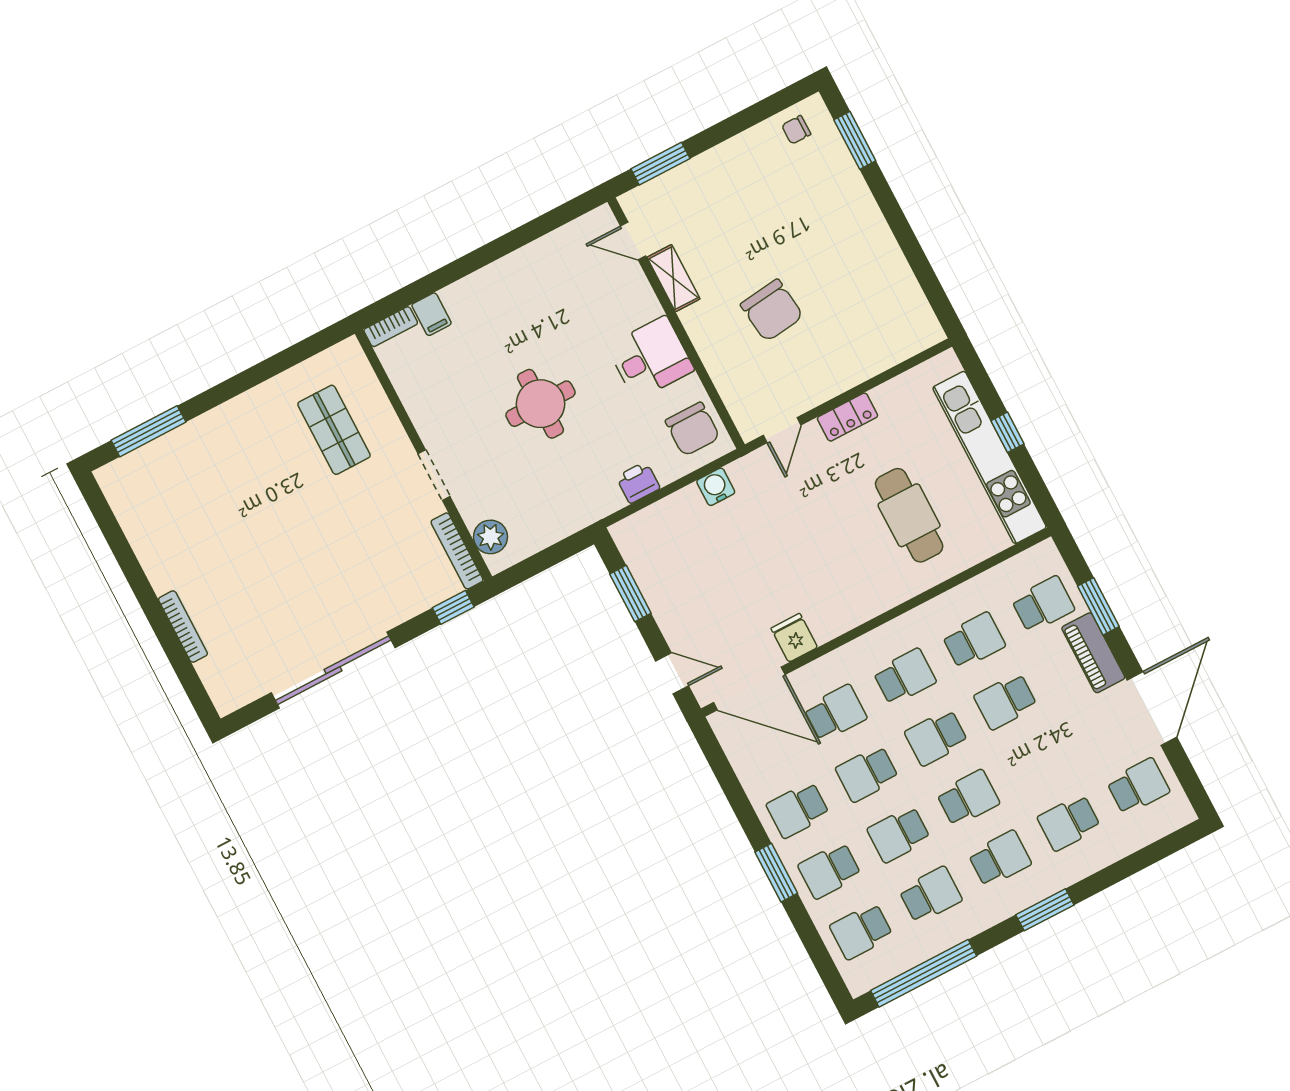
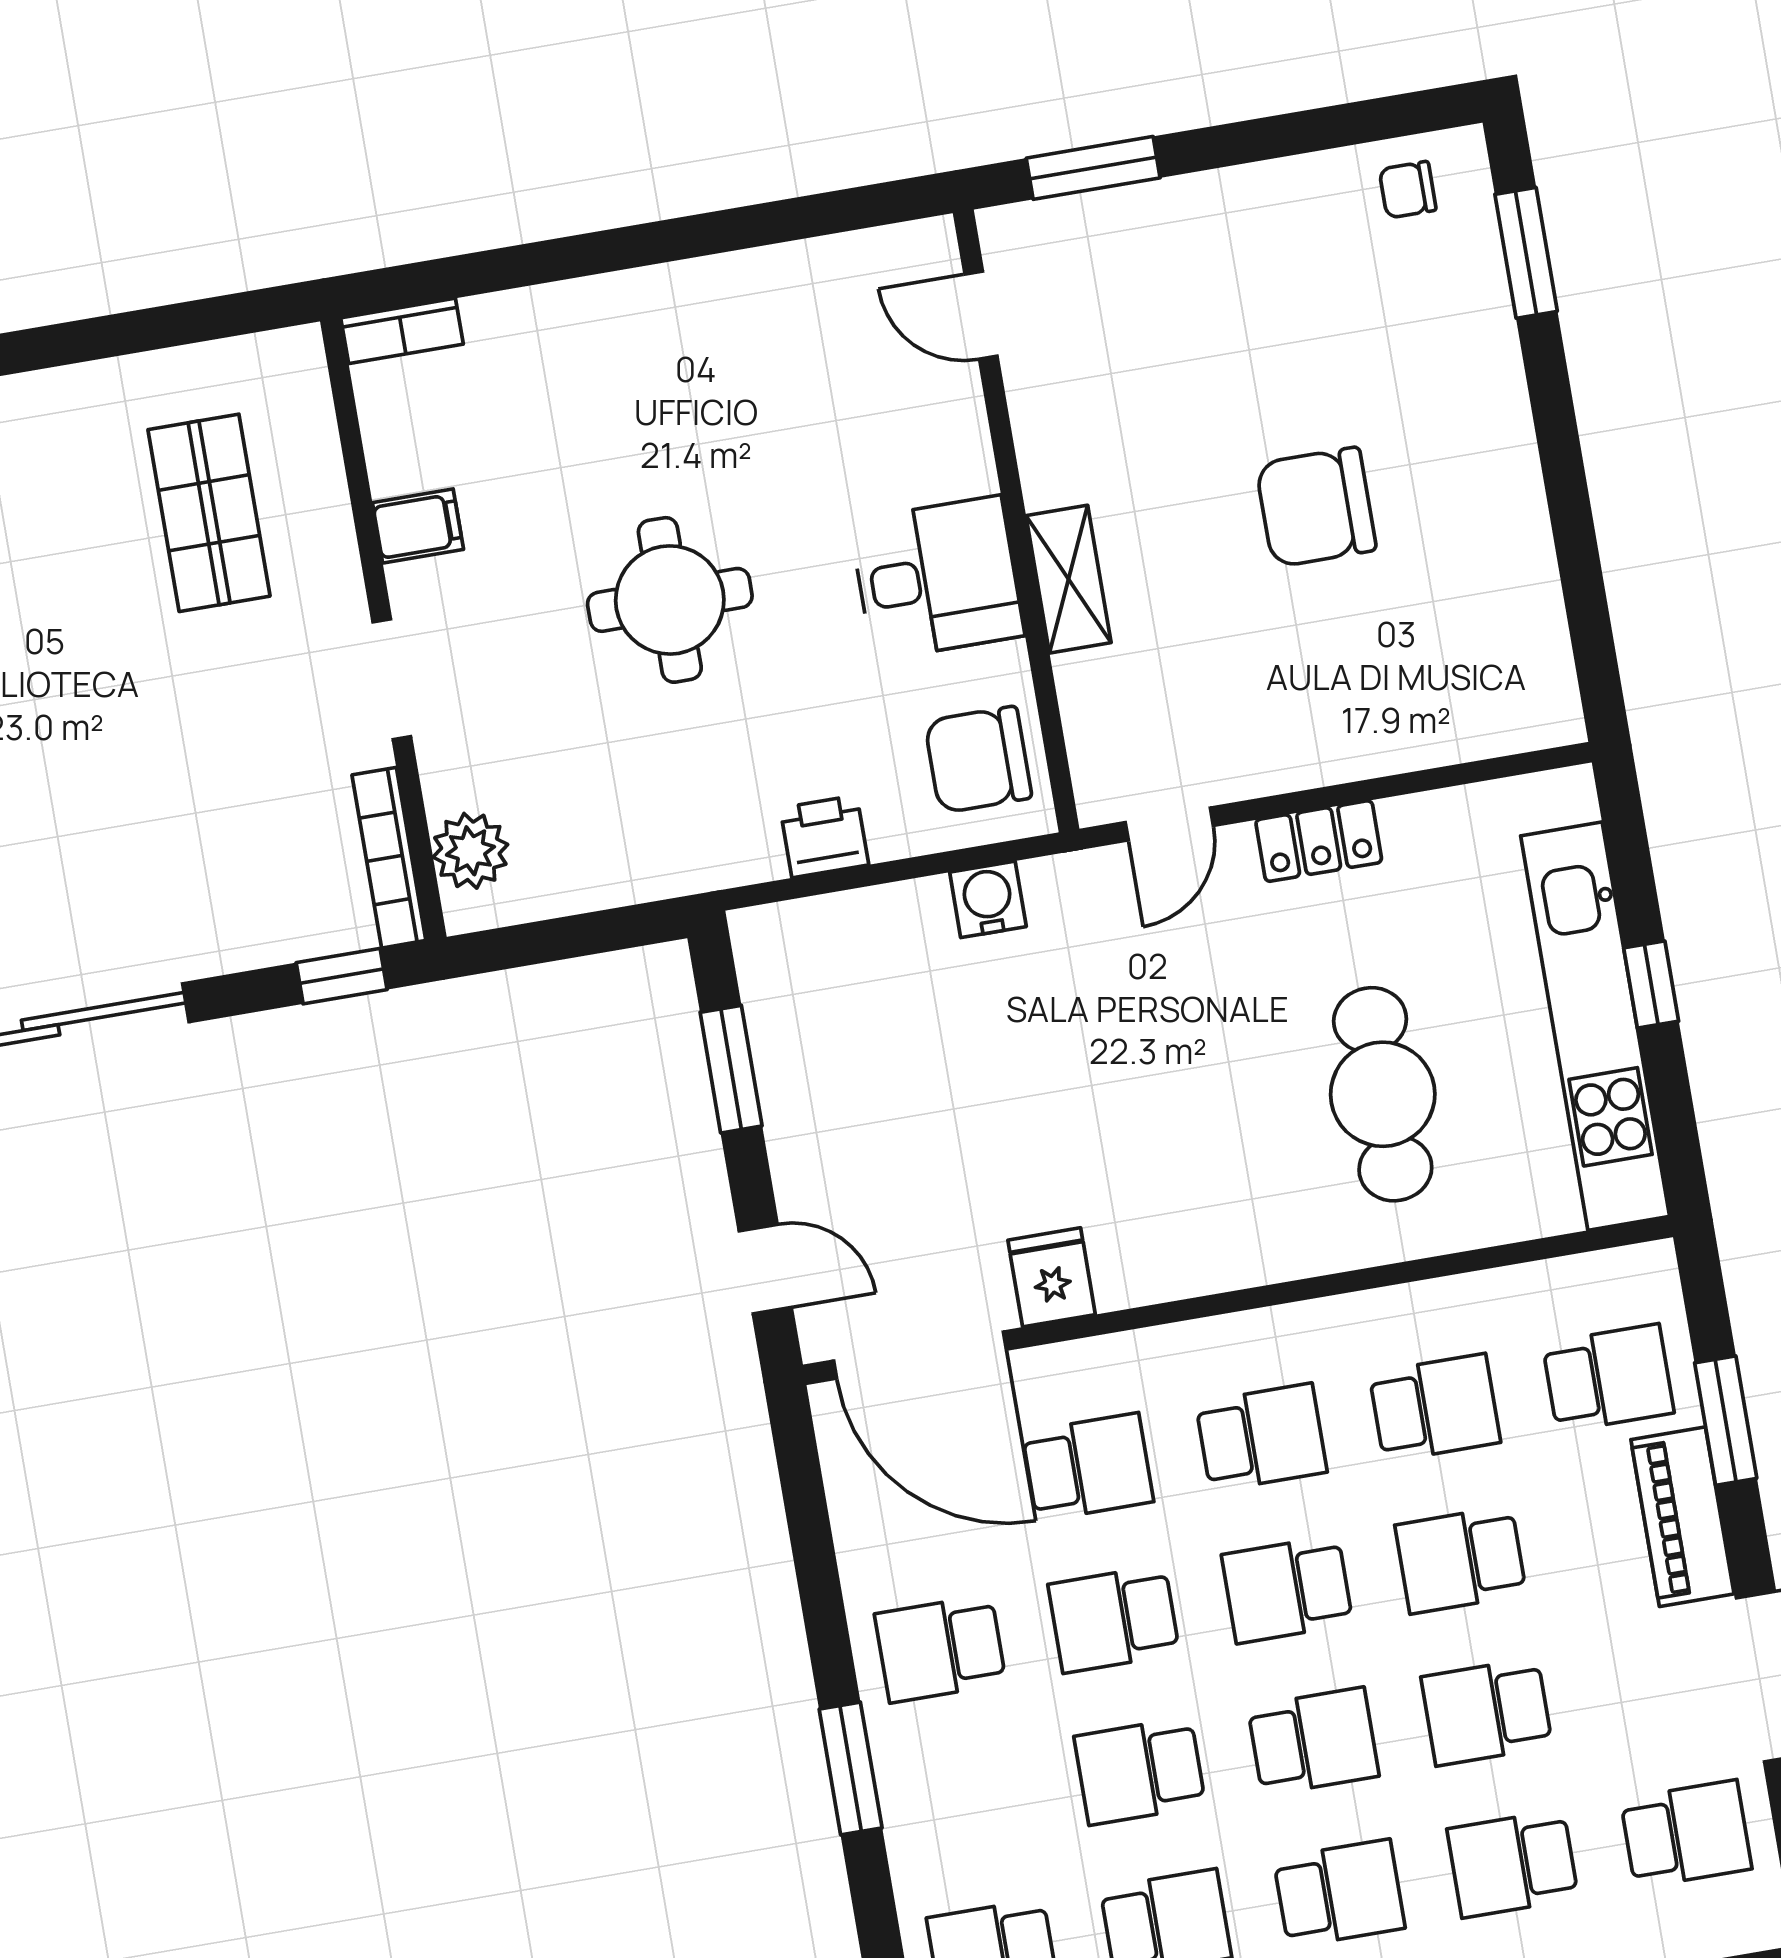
shelving: (673, 278) -> (1069, 579), moved
chair: (772, 310) -> (1316, 507), moved, turned 97
filing cabinet: (432, 314) -> (418, 526), moved, turned -90
chair: (693, 429) -> (978, 760), turned 90
school desk: (830, 870) -> (1487, 1712), moved

